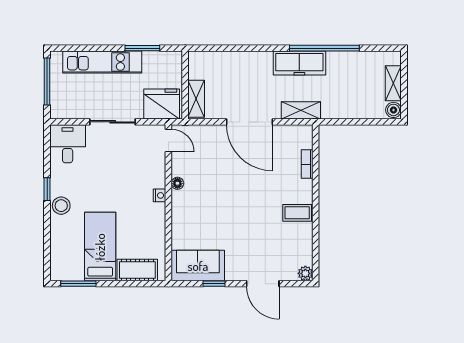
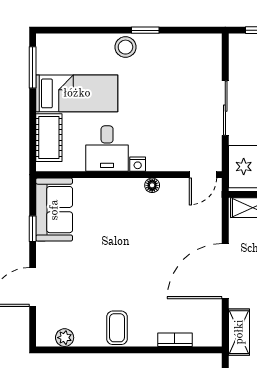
desk: (68, 144) -> (107, 149), moved, turned 90
plant: (305, 273) -> (65, 338), moved

